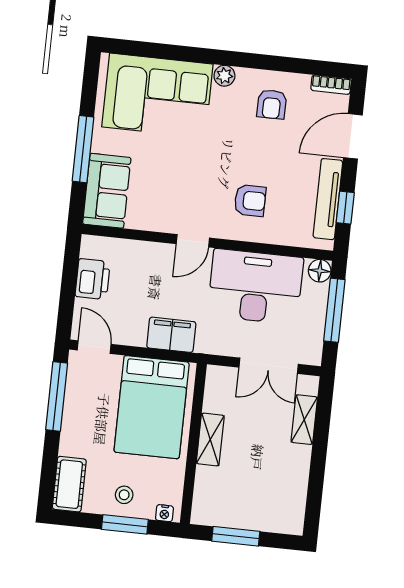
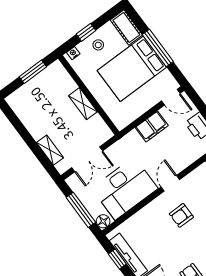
armchair: (250, 200) -> (181, 215), moved
filing cabinet: (171, 335) -> (152, 126), moved
double door: (269, 366) -> (87, 159), swing flipped
window: (57, 396) -> (158, 48), moved
bed: (152, 407) -> (132, 69), moved, turned -90
window: (125, 524) -> (86, 32), width x0.67

